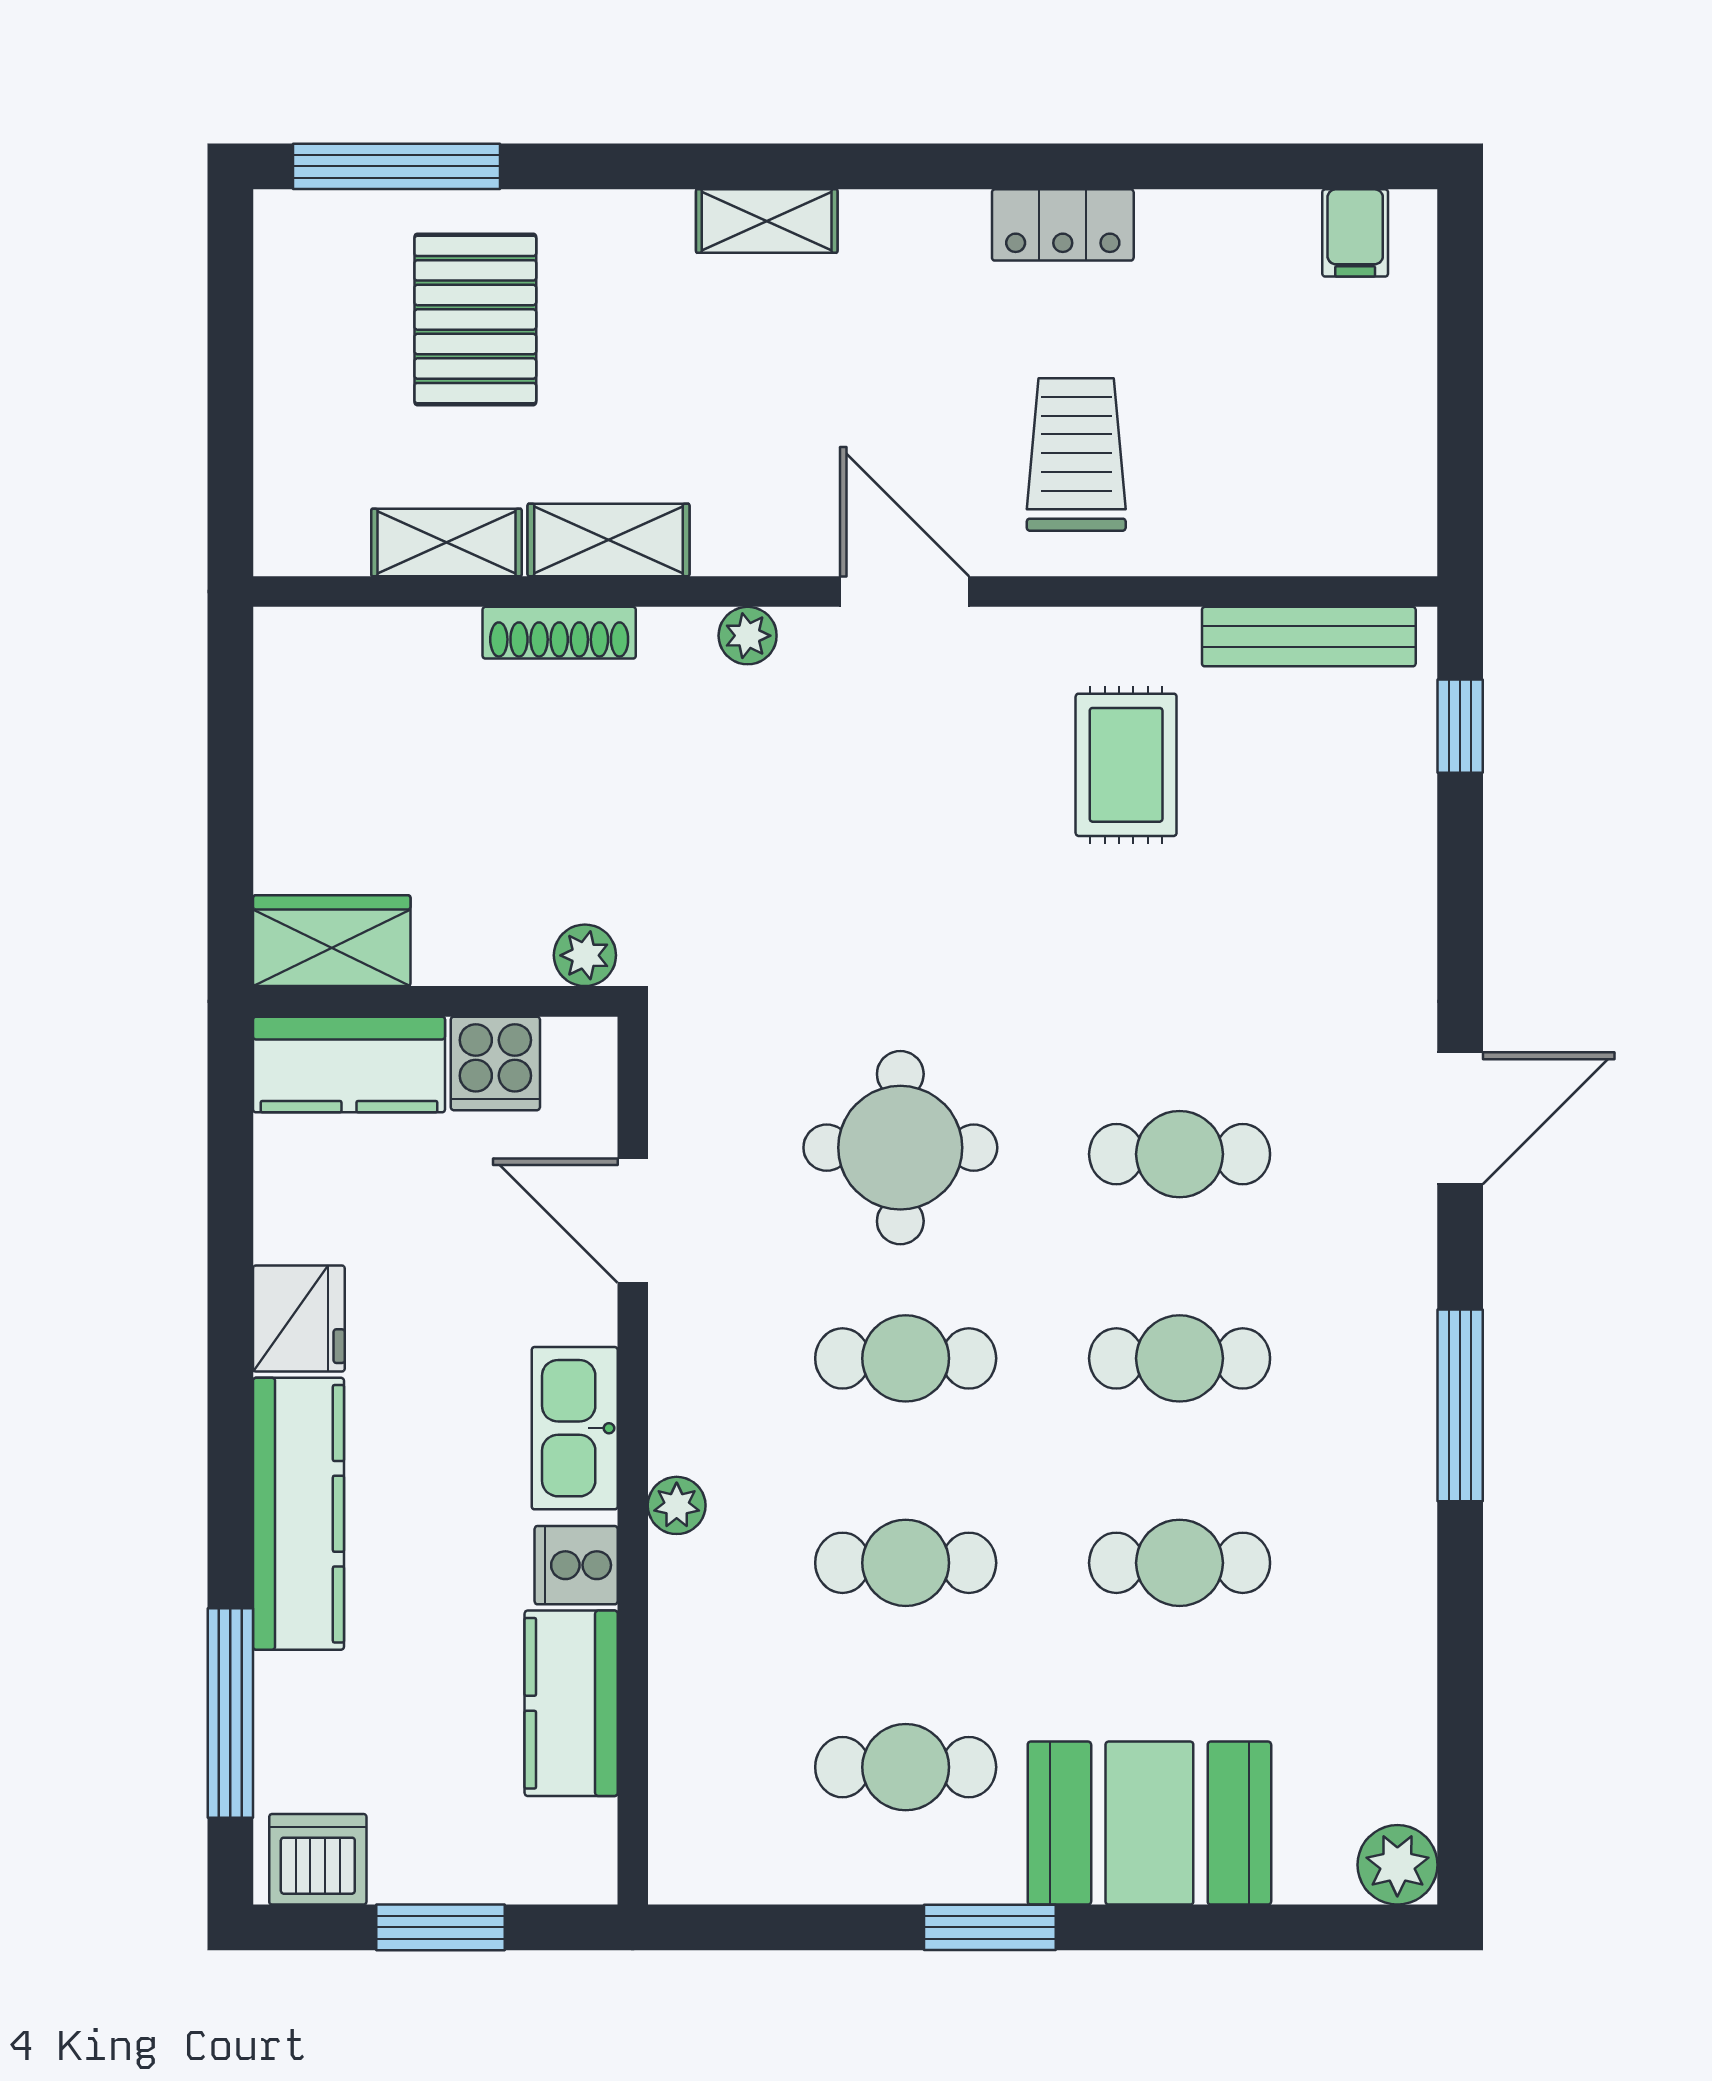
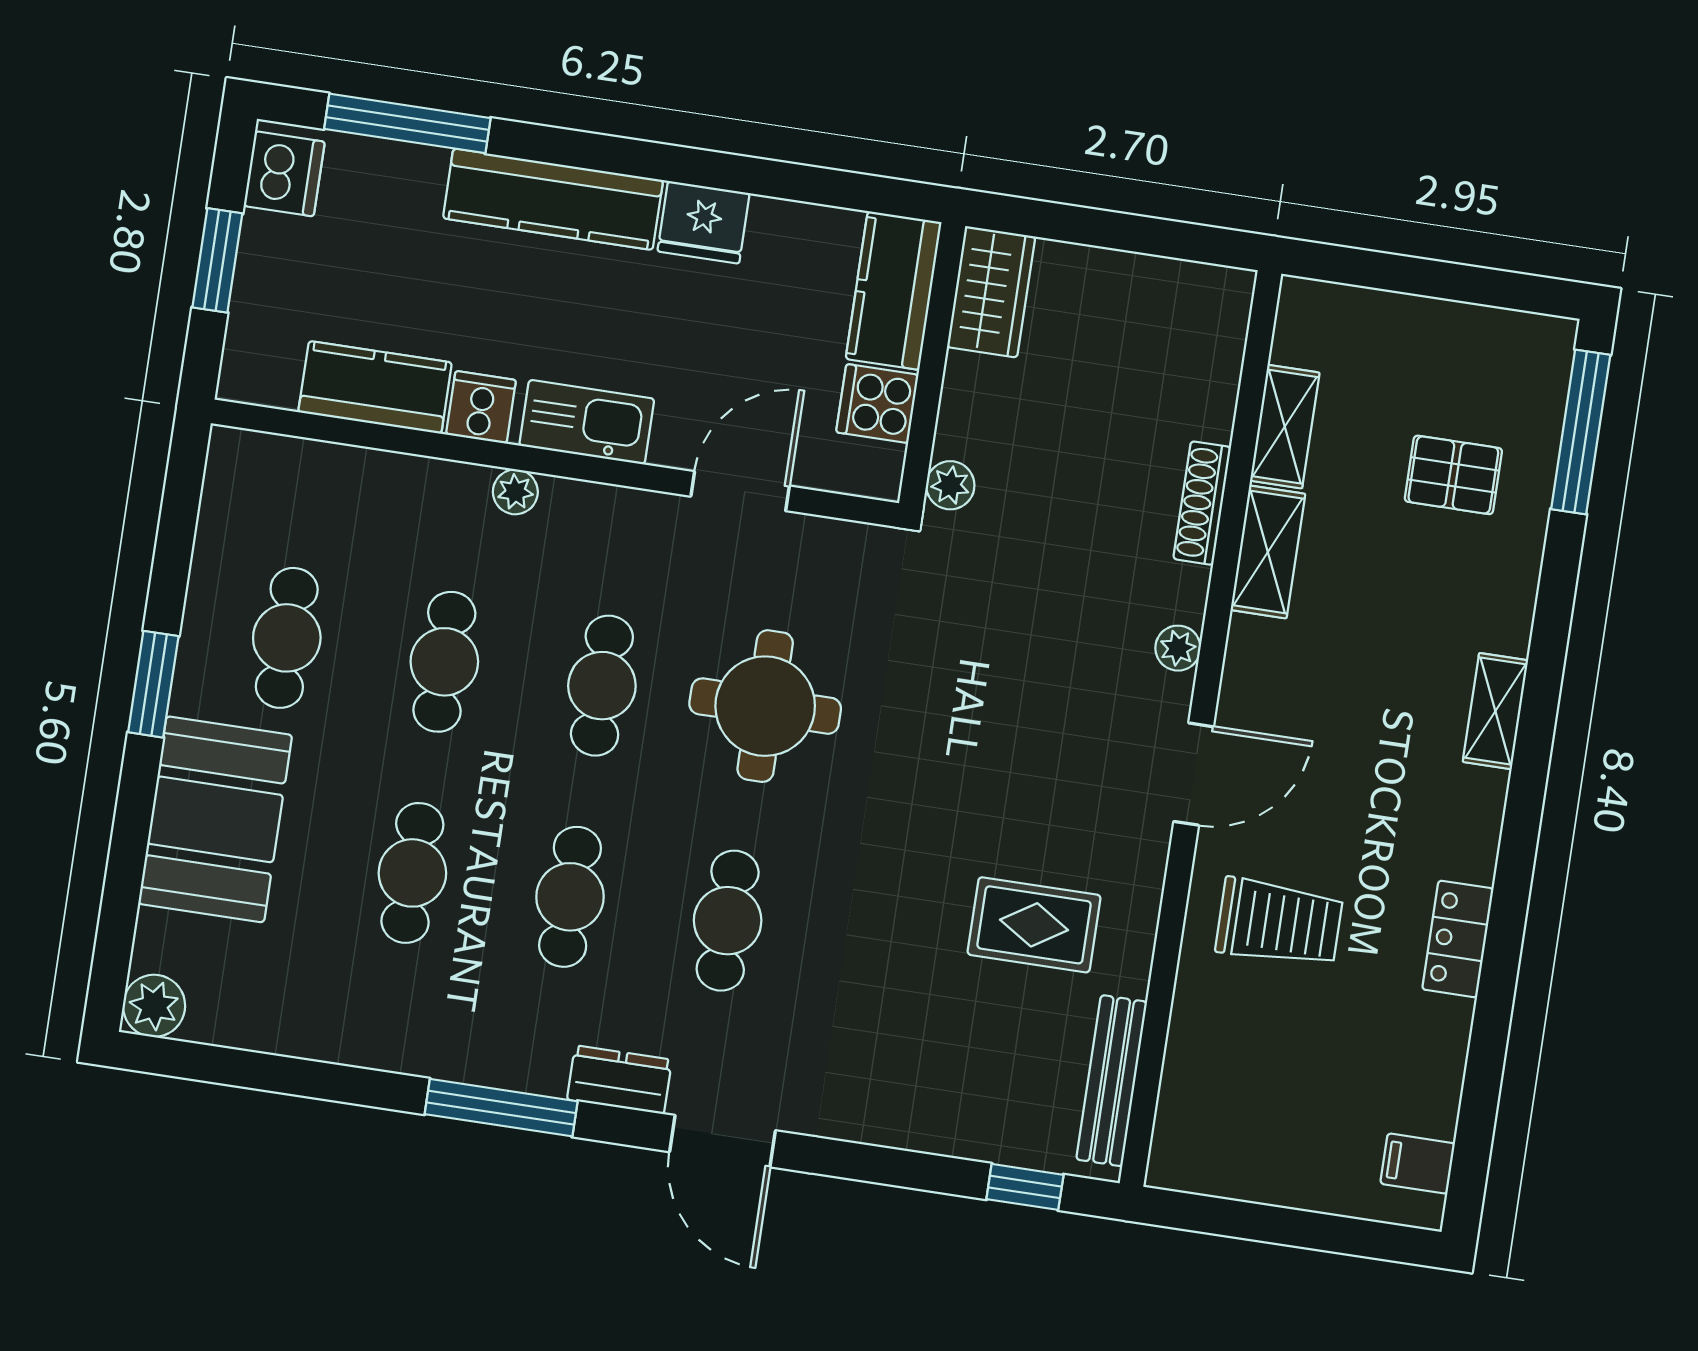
pallet: (475, 319) -> (1453, 475), width x0.67, depth x0.71
dresser: (1402, 1261) -> (619, 1080), added

